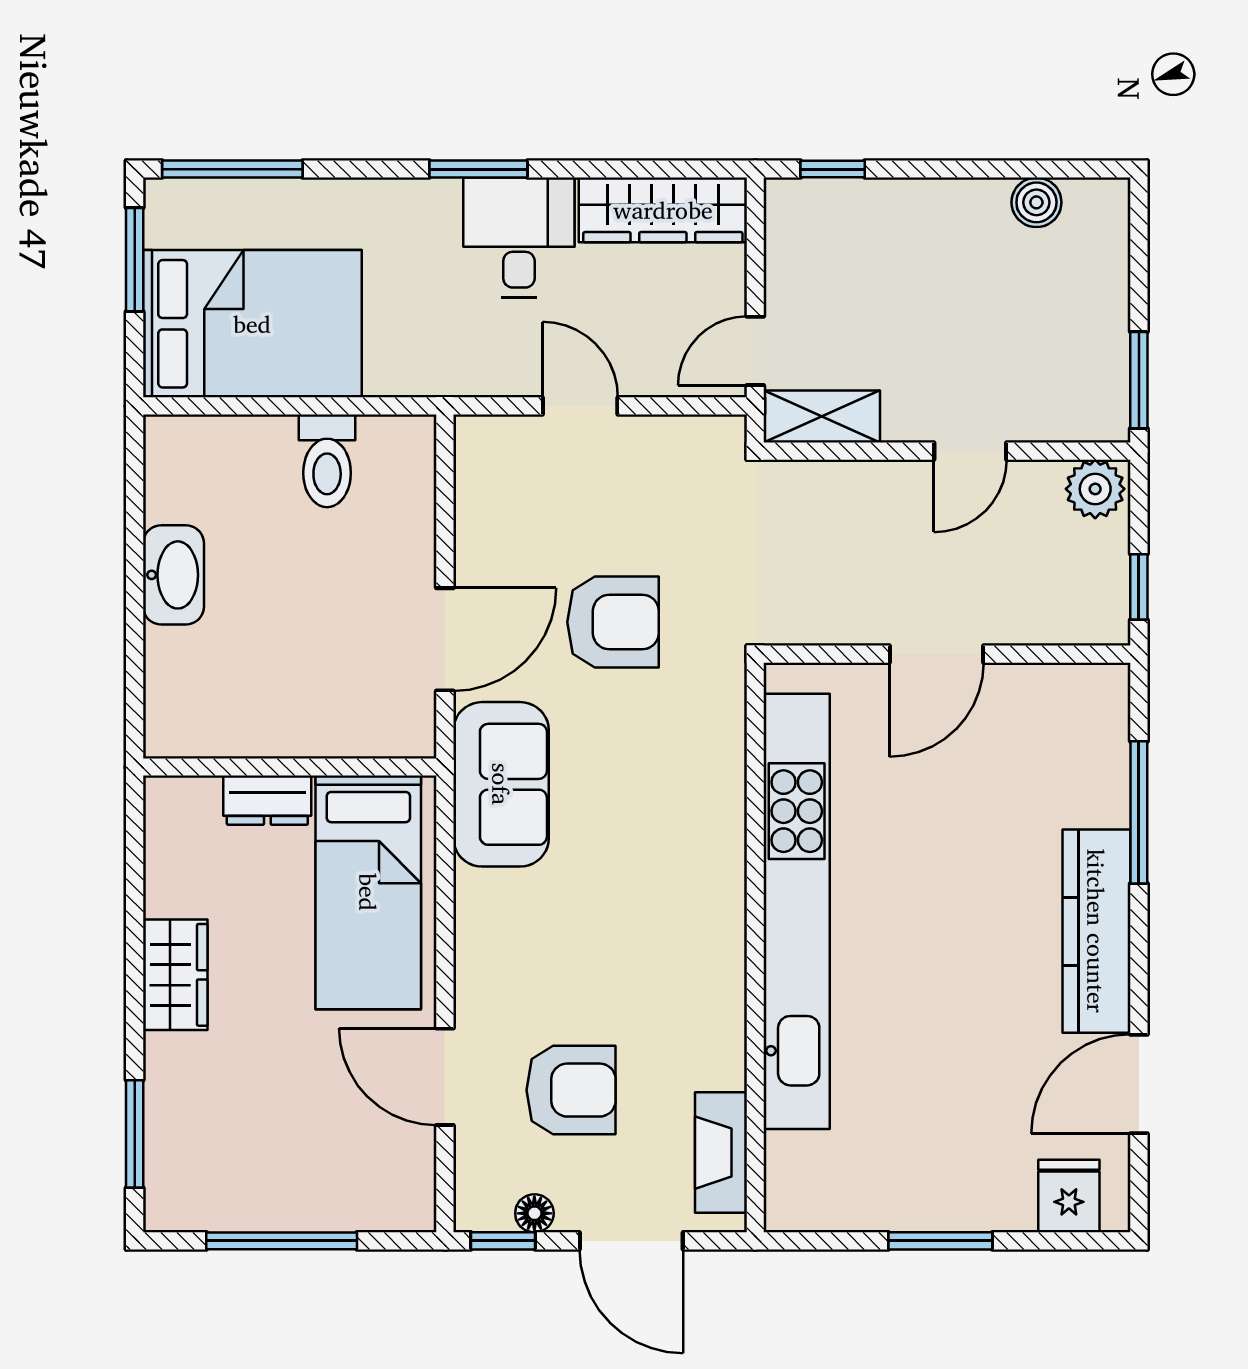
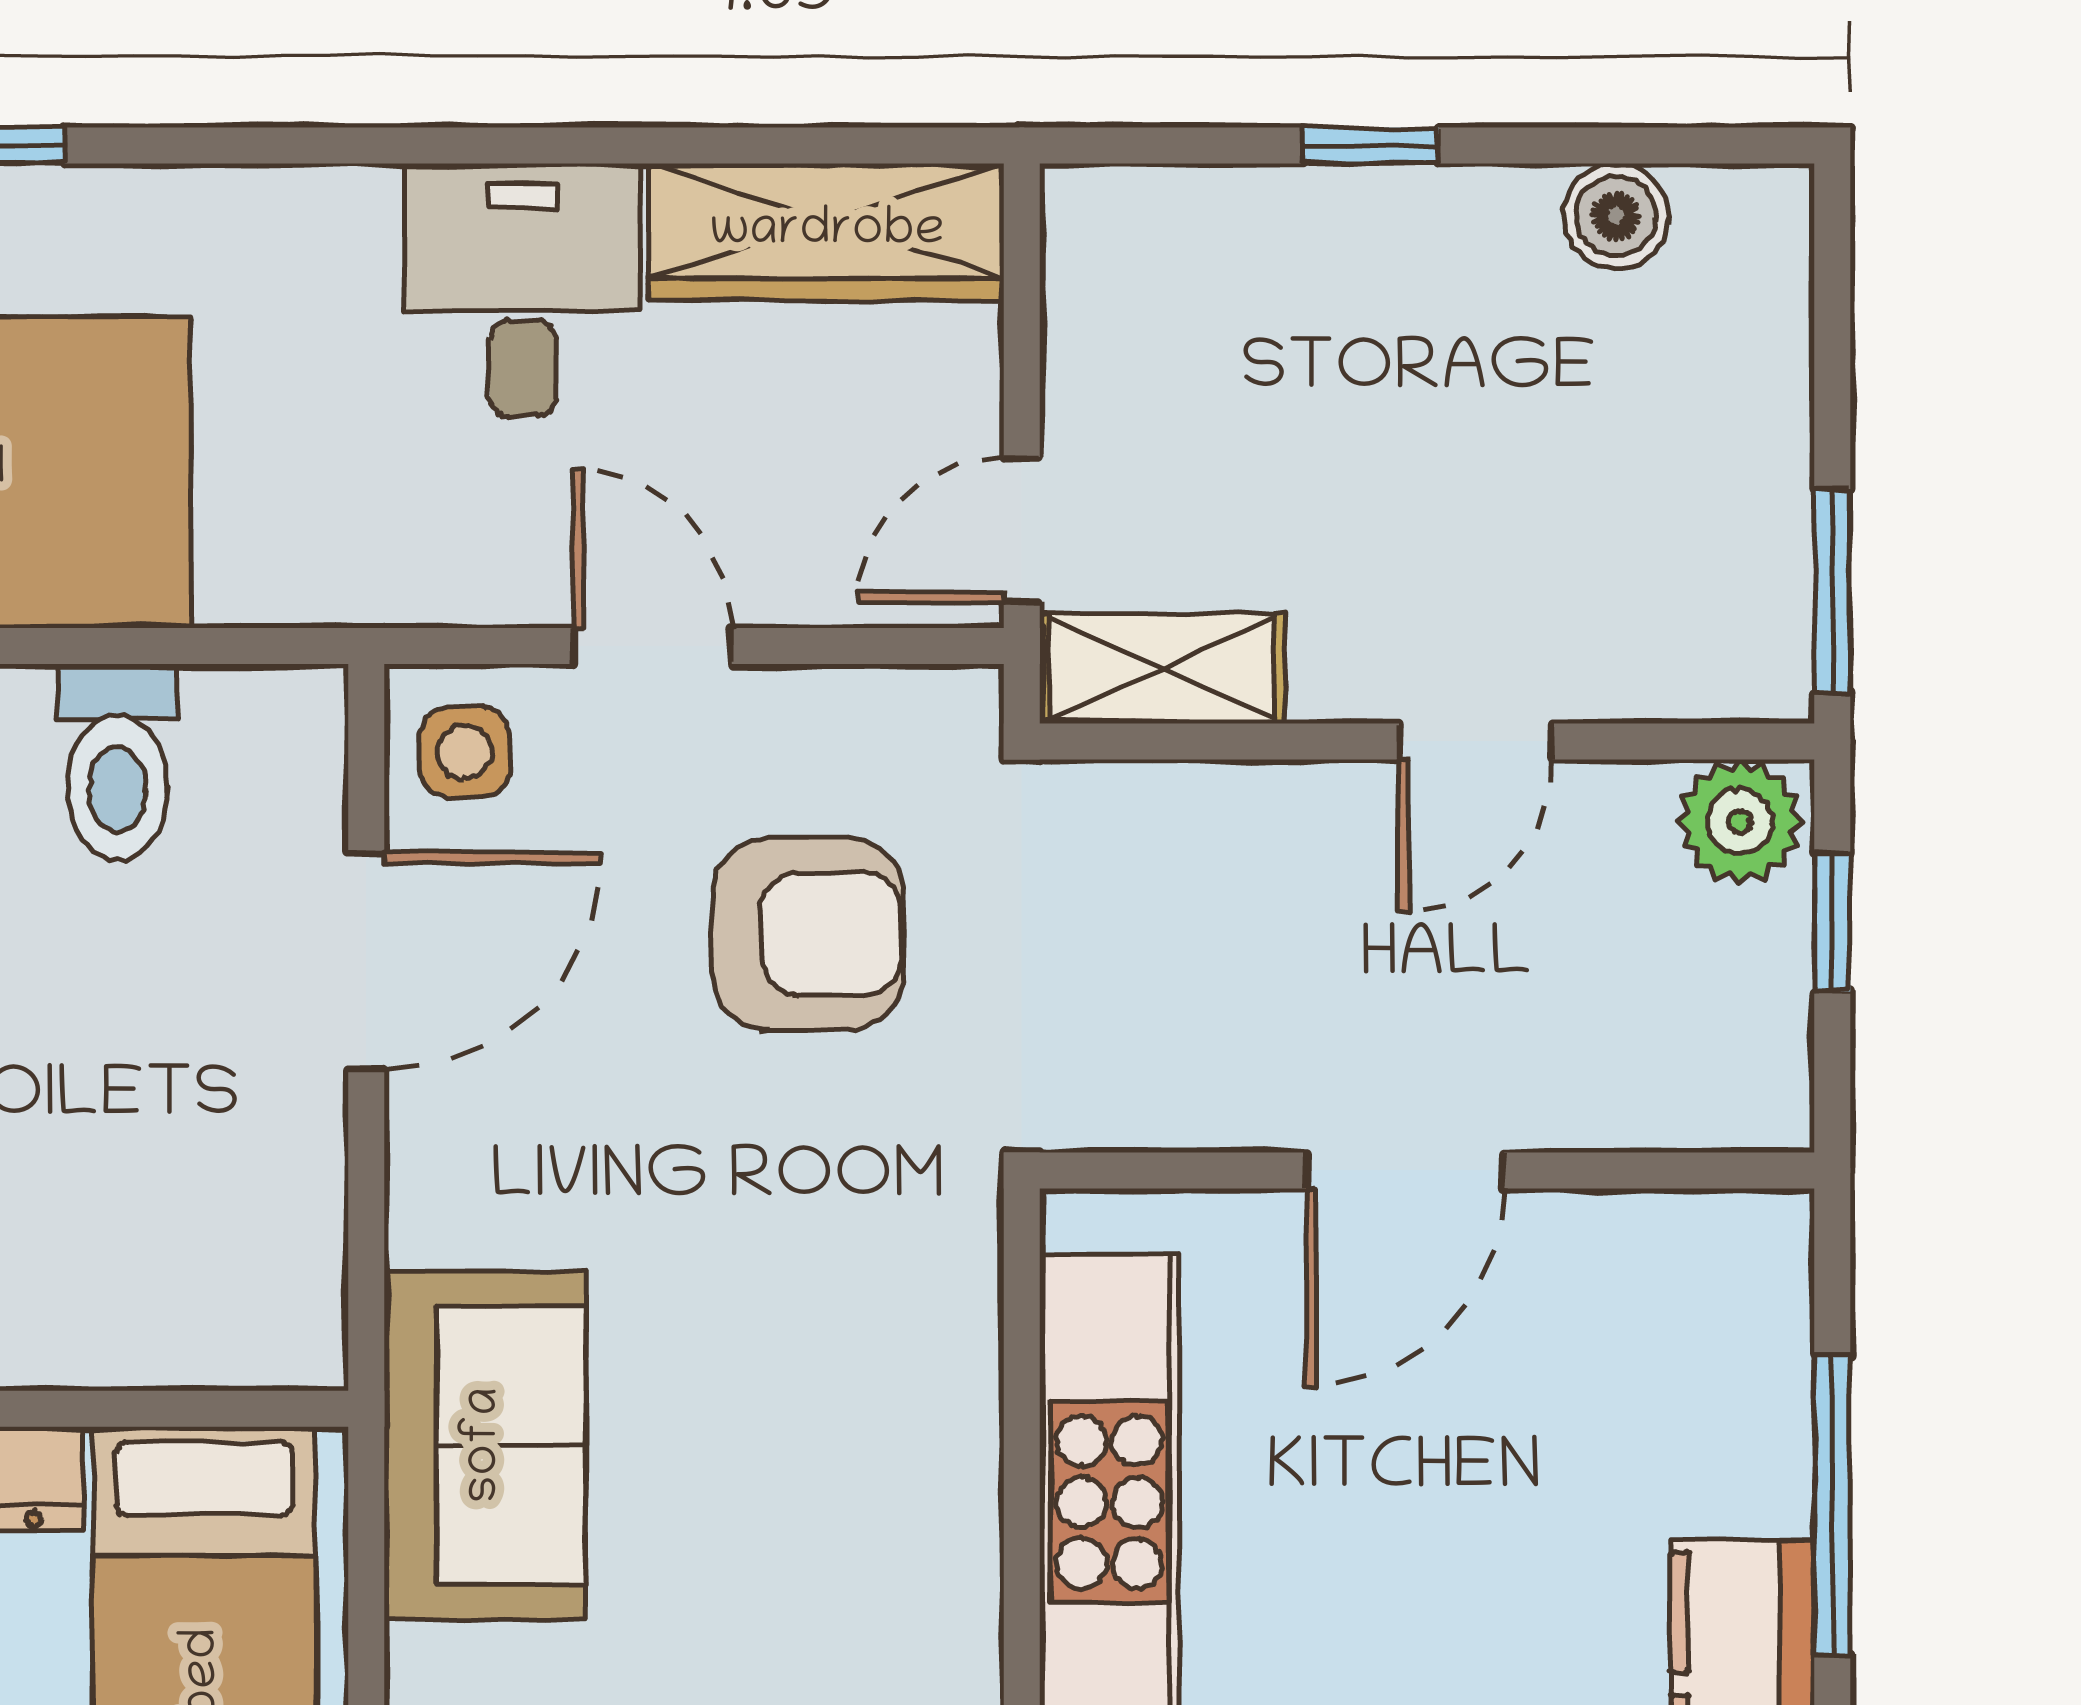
window: (478, 169) -> (437, 146), removed
window: (833, 169) -> (1371, 146), moved
side table: (492, 456) -> (465, 752), added
window: (1139, 587) -> (1832, 922), moved
armchair: (613, 622) -> (808, 934), moved
door: (445, 639) -> (366, 961), moved

